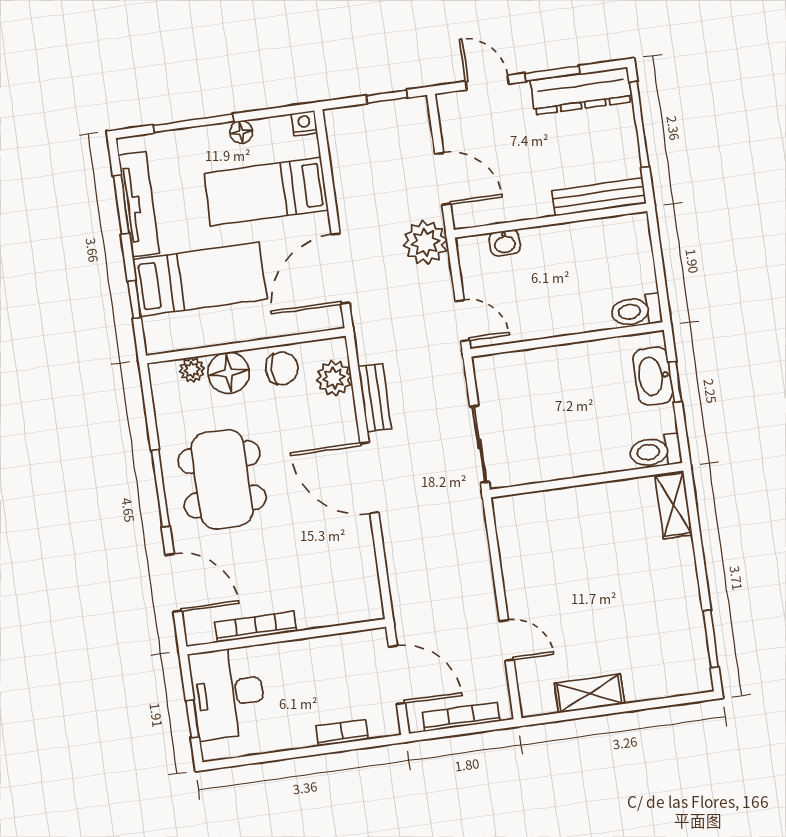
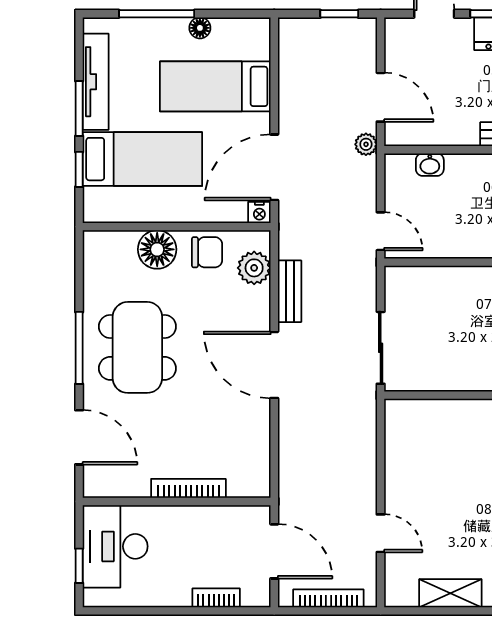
nightstand: (304, 123) -> (259, 212), moved, turned 180
window: (121, 205) -> (79, 108), moved
plant: (425, 242) -> (366, 144), width x0.53, depth x0.53
plant: (192, 370) -> (124, 242), removed
bookcase: (256, 627) -> (188, 488), moved

